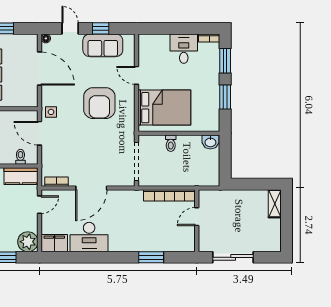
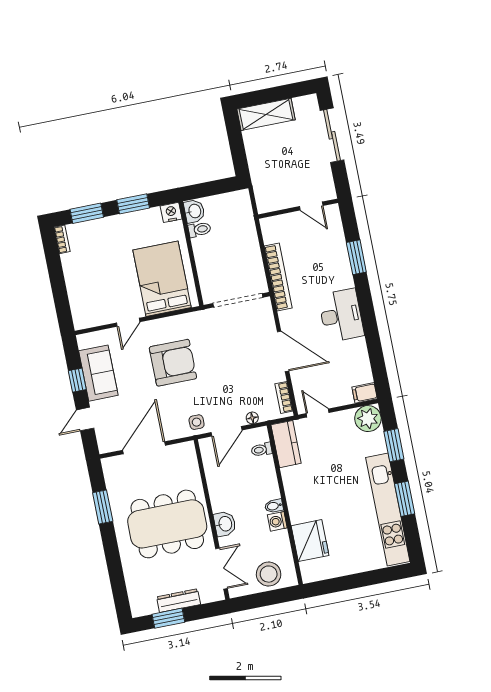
floor lamp: (46, 38) -> (252, 418), moved
desk: (184, 49) -> (82, 269), removed
nightstand: (213, 124) -> (171, 212), added
toilet: (171, 143) -> (199, 229), moved
bookcase: (169, 195) -> (278, 277), moved
shelving: (275, 204) -> (266, 114), width x1.50, depth x1.33
door: (197, 217) -> (311, 206), moved
desk: (89, 237) -> (341, 315), moved
filing cabinet: (54, 243) -> (365, 393), width x0.50
sliding door: (233, 257) -> (332, 135), moved

